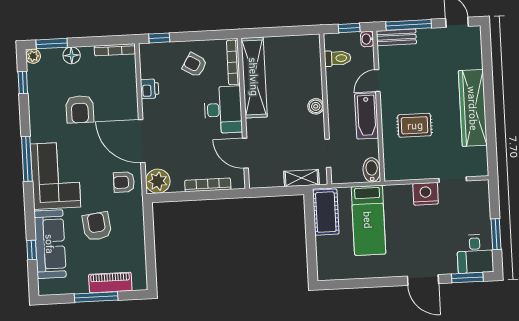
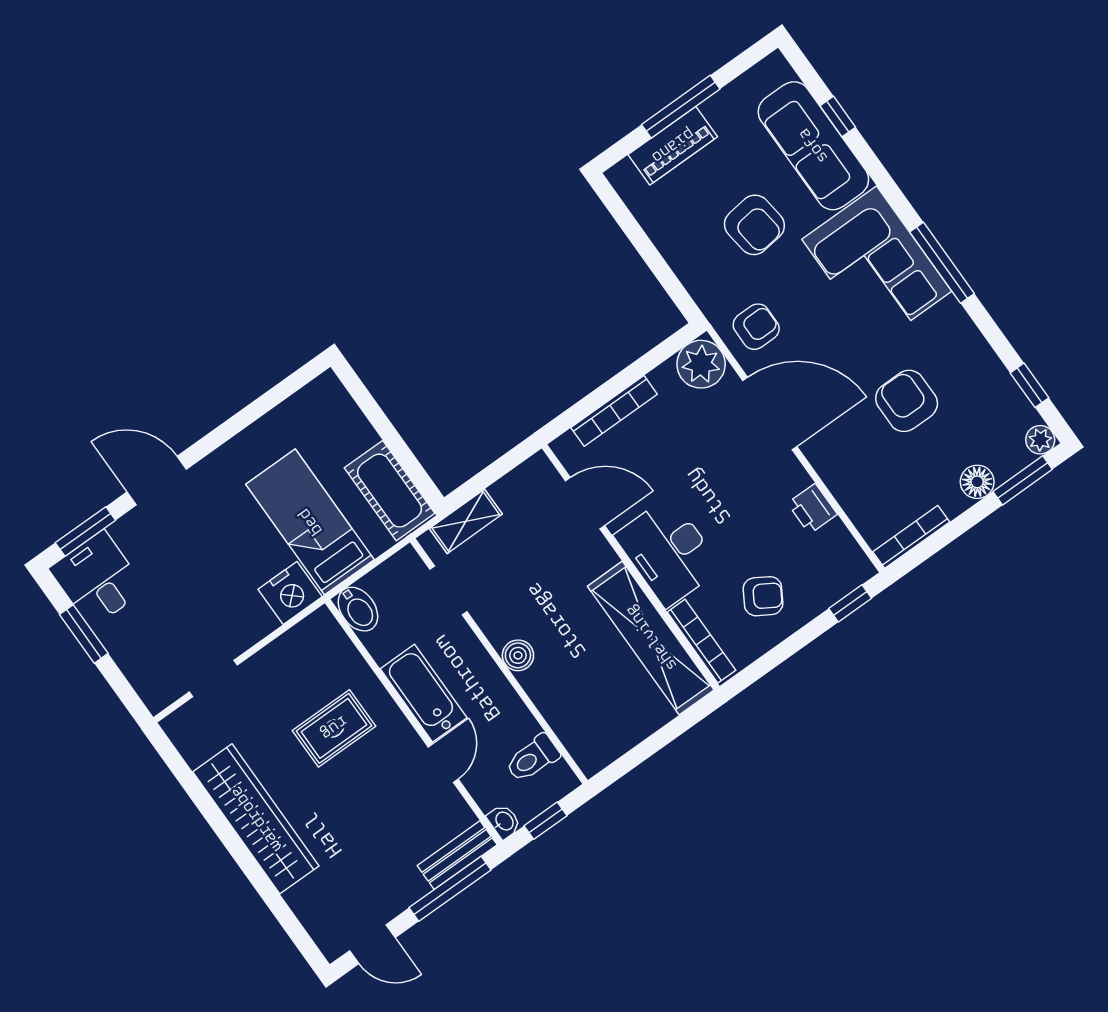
nightstand: (426, 194) -> (290, 593), moved

